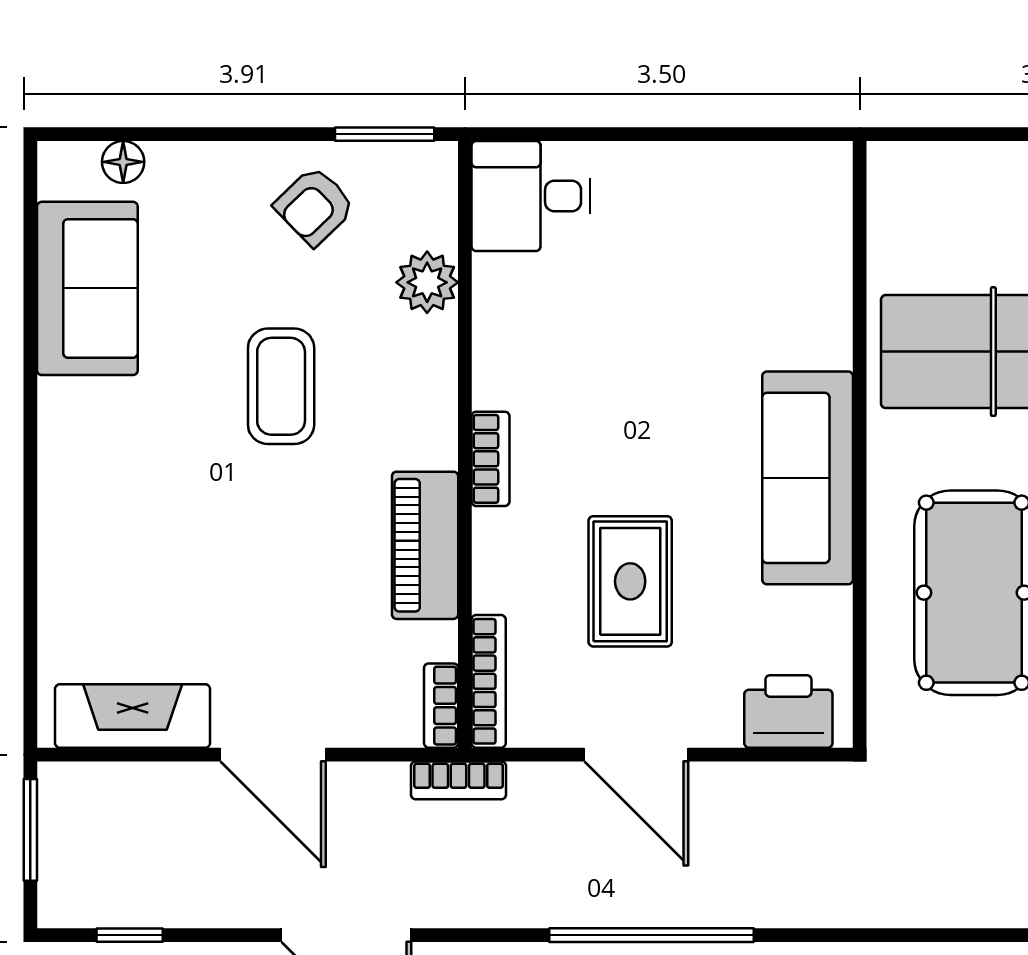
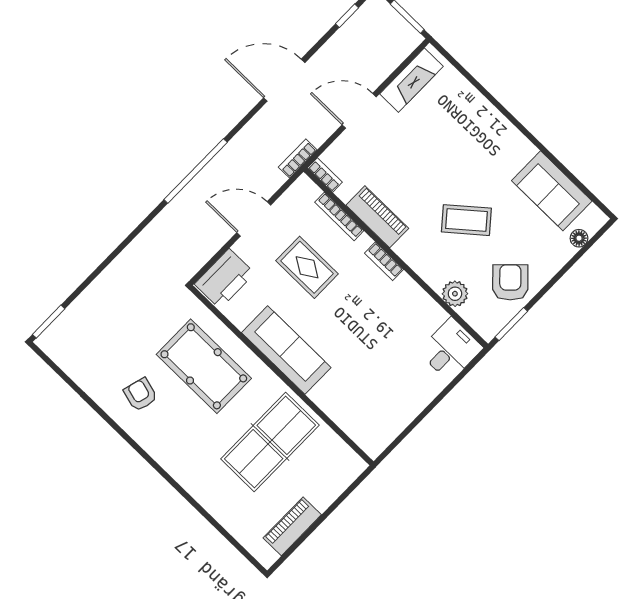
armchair: (315, 206) -> (510, 282), width x1.38, depth x1.38
coffee table: (281, 386) -> (466, 220), turned -40
bookcase: (489, 681) -> (339, 216), moved
printer: (788, 711) -> (224, 279), width x1.37, depth x1.19

